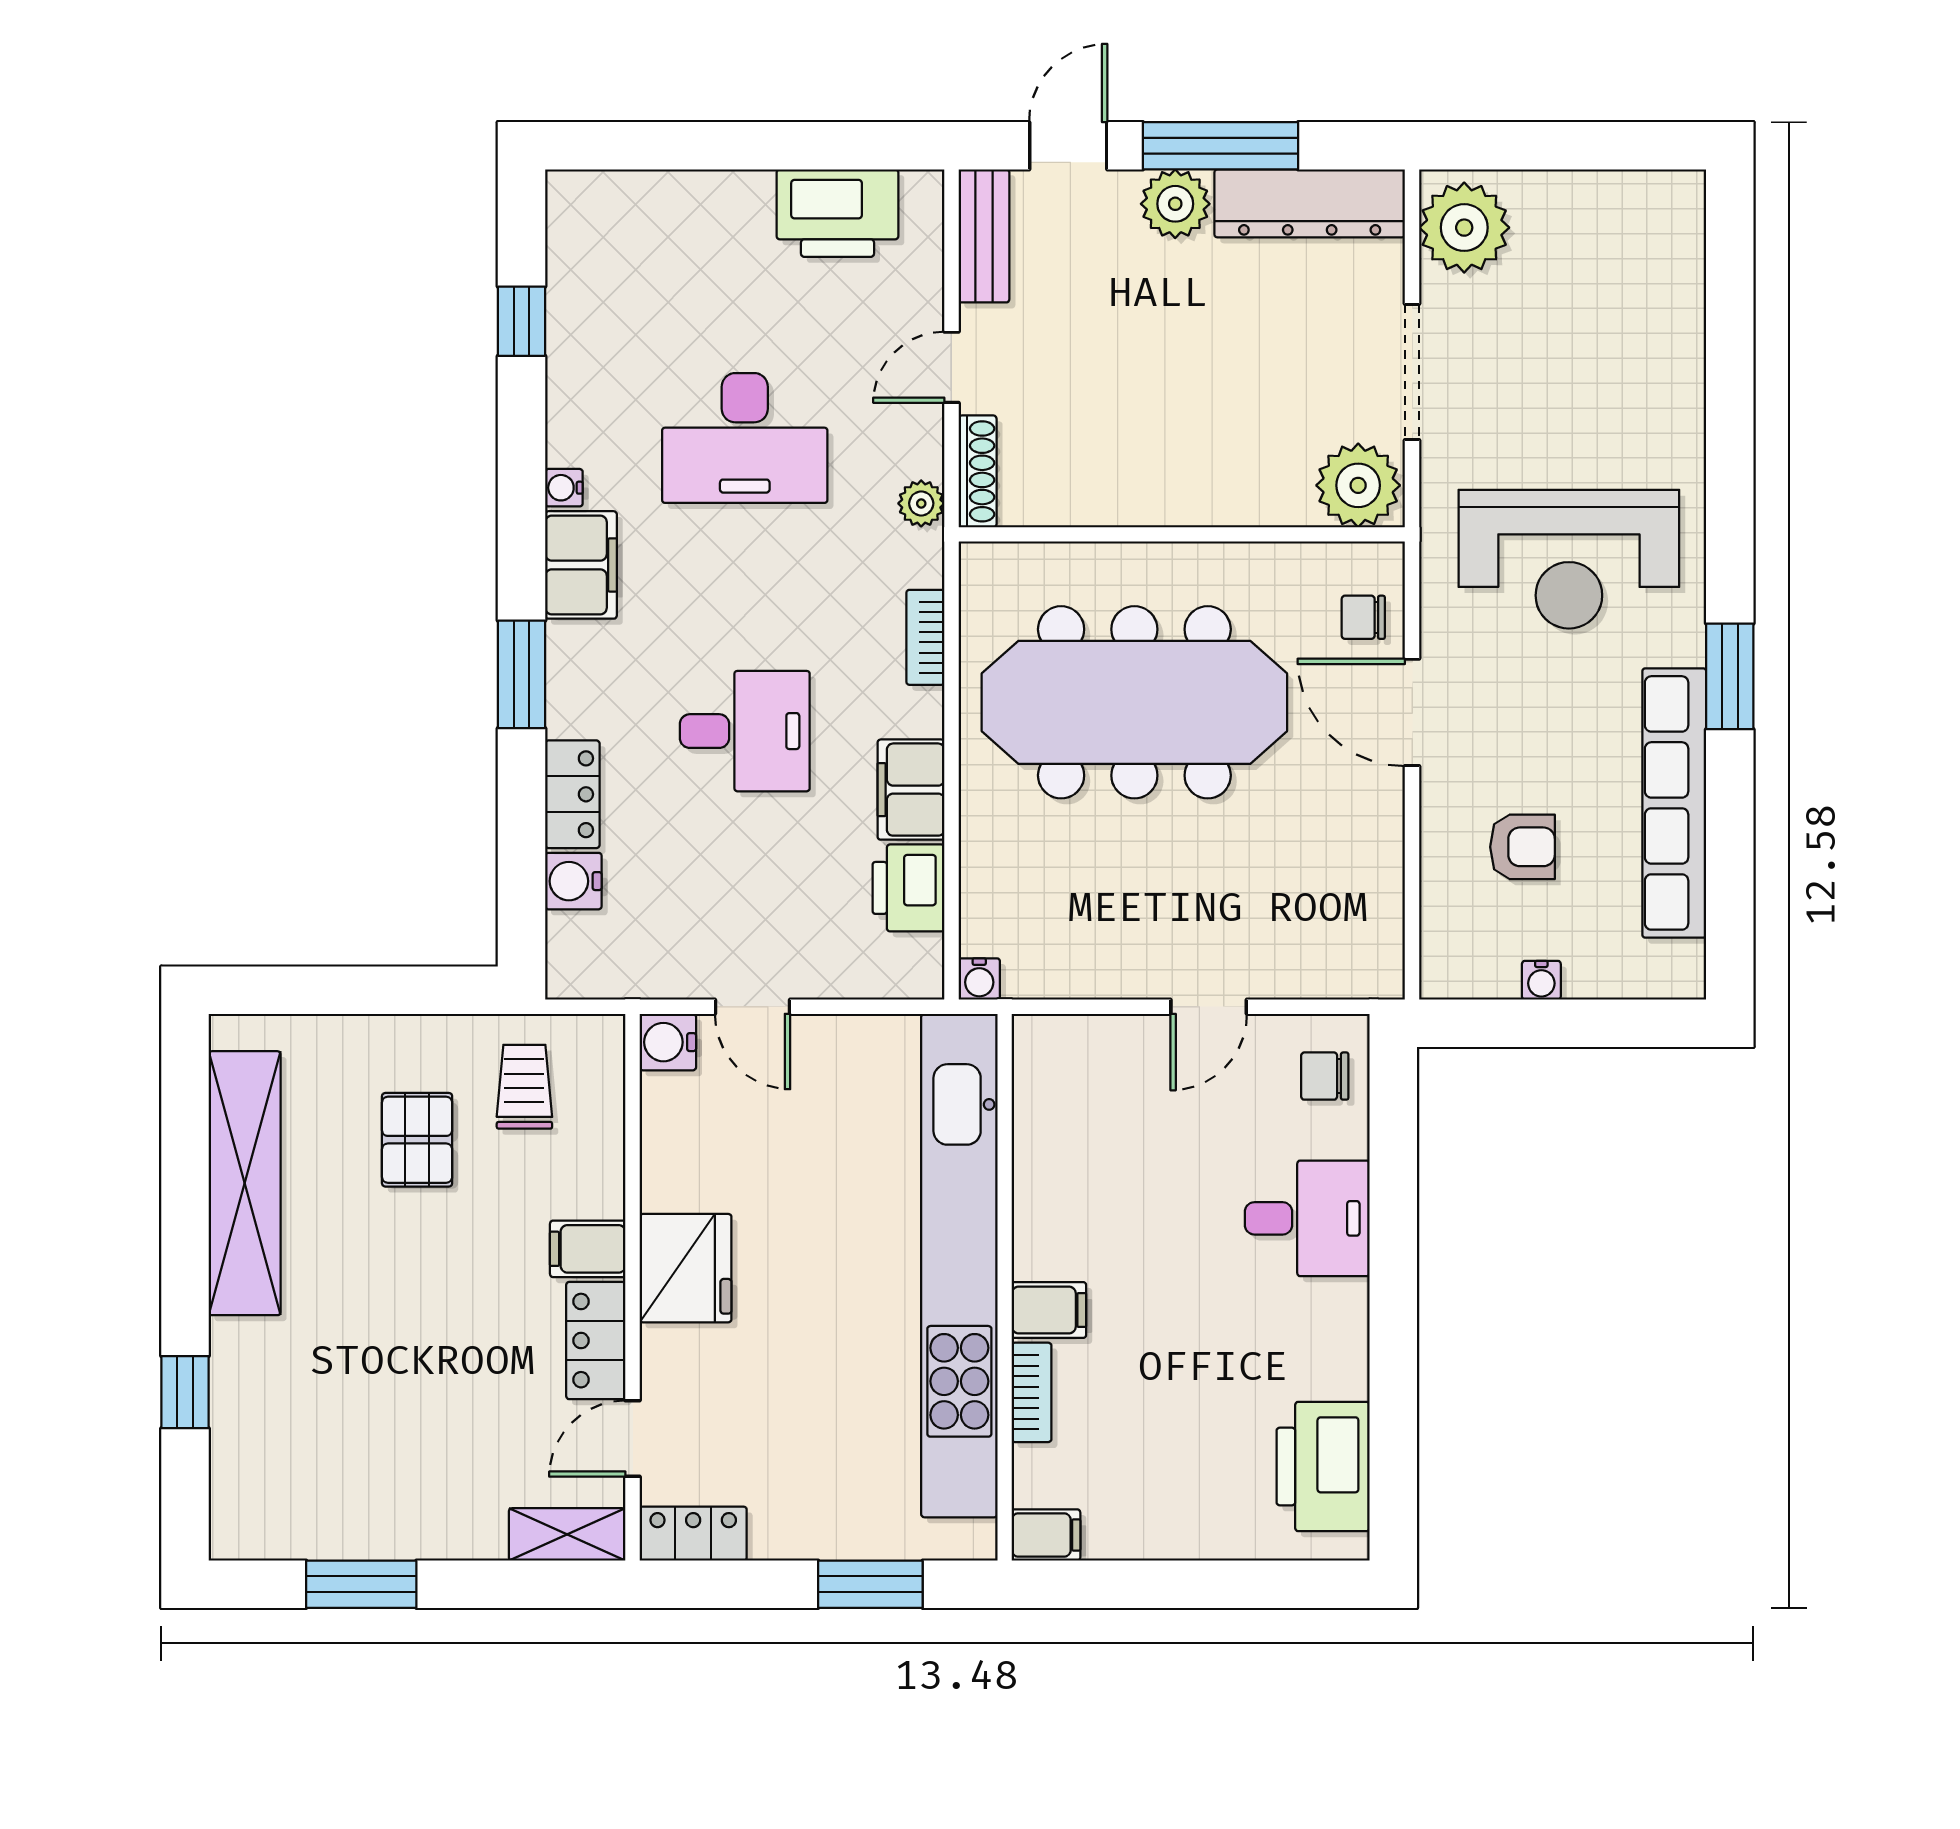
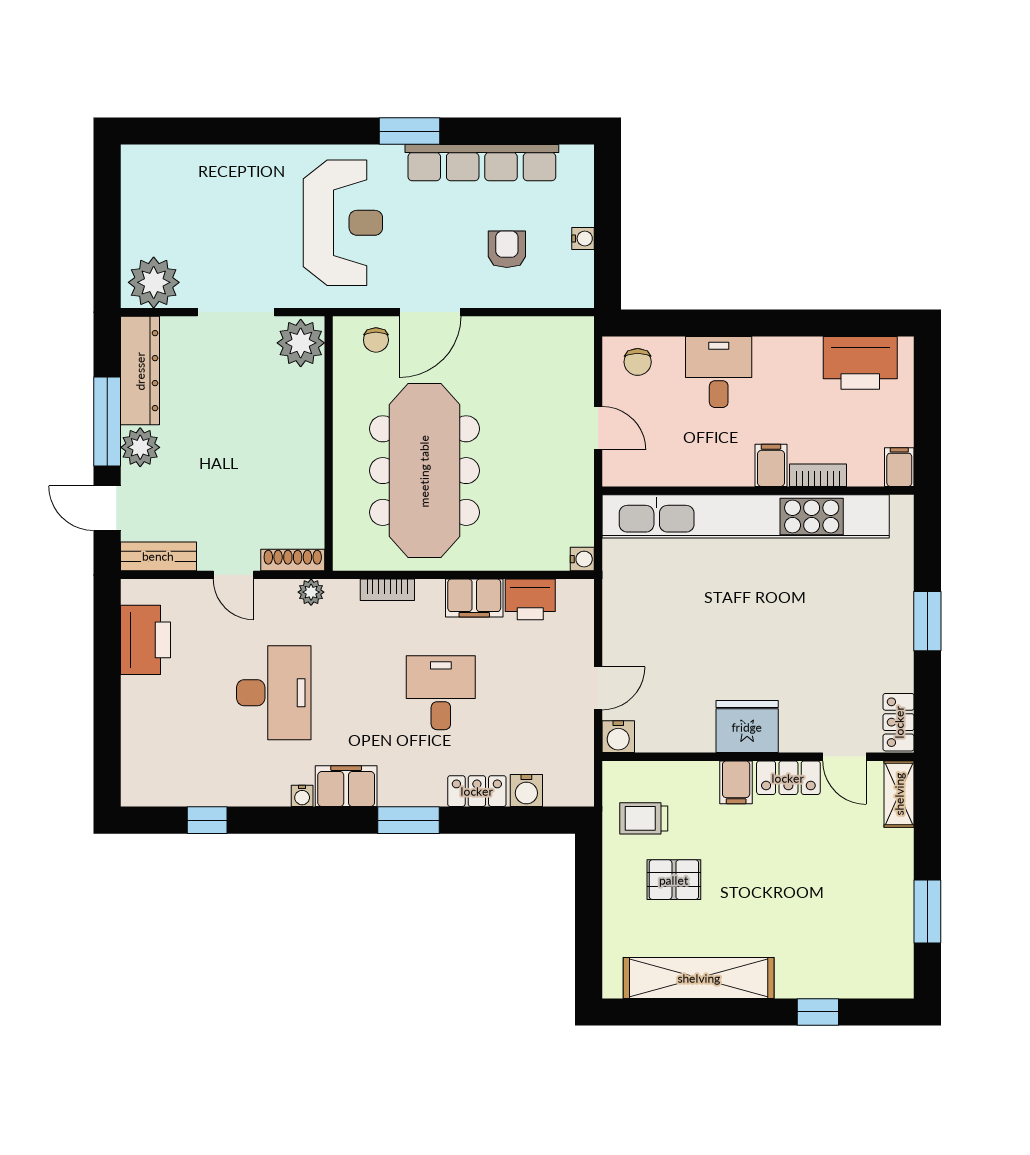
kitchen unit: (959, 1266) -> (746, 516), moved
wall: (1005, 1287) -> (758, 491), moved
filing cabinet: (1049, 1310) -> (771, 465), moved
bookcase: (1032, 1392) -> (818, 475), moved
filing cabinet: (1046, 1535) -> (899, 467), moved

